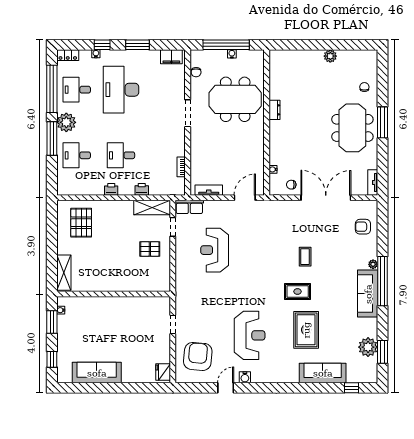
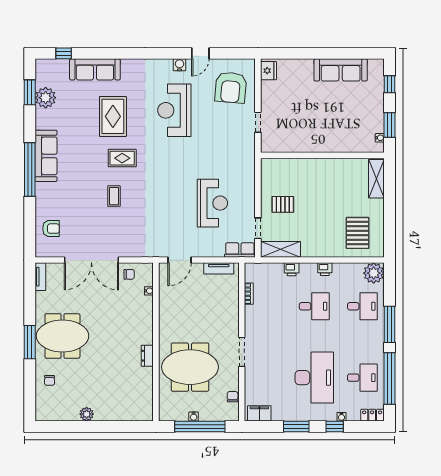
plant: (66, 122) -> (374, 273), moved
meeting table: (352, 128) -> (63, 336), turned 90
plant: (373, 264) -> (40, 188), removed

